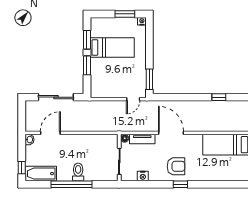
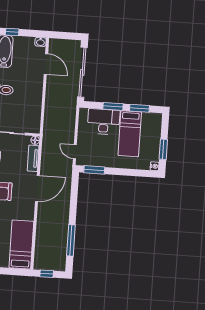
desk: (102, 73) -> (104, 122), added
sliding door: (56, 97) -> (82, 72), width x1.36
window: (219, 97) -> (71, 240), width x2.17

